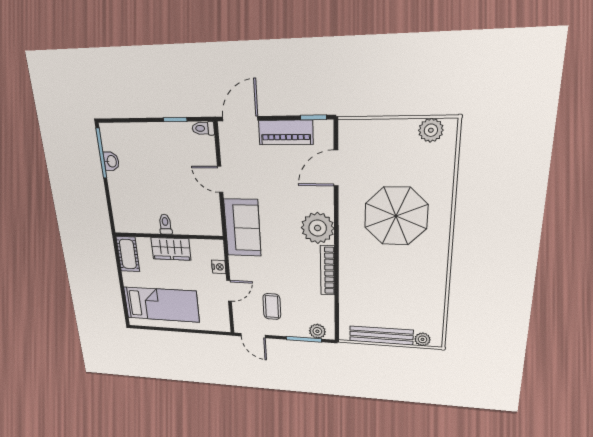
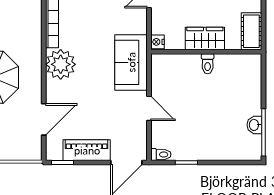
nightstand: (219, 267) -> (157, 42), moved

